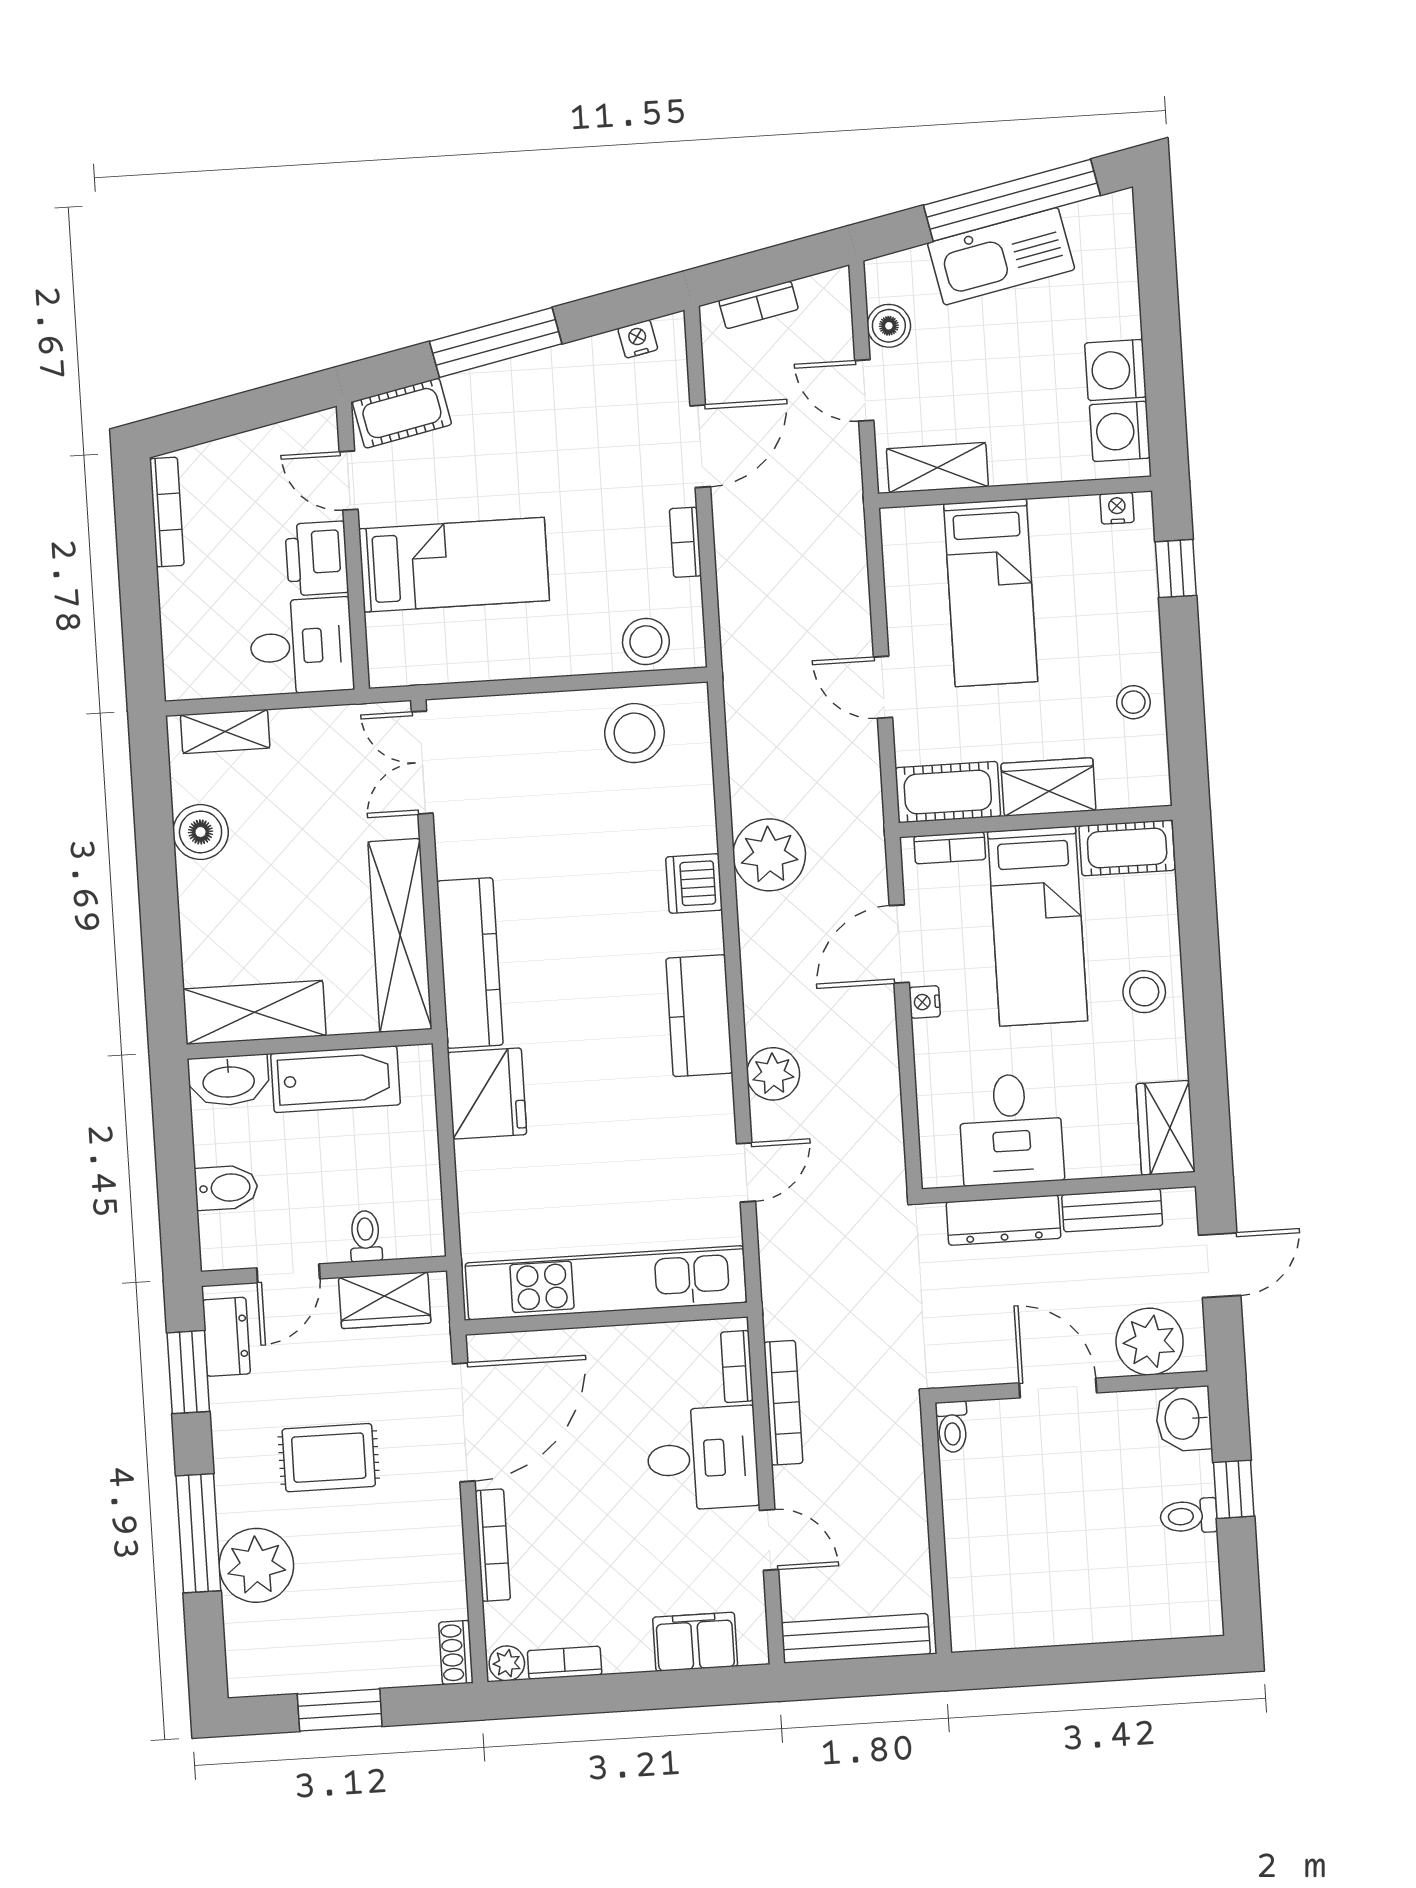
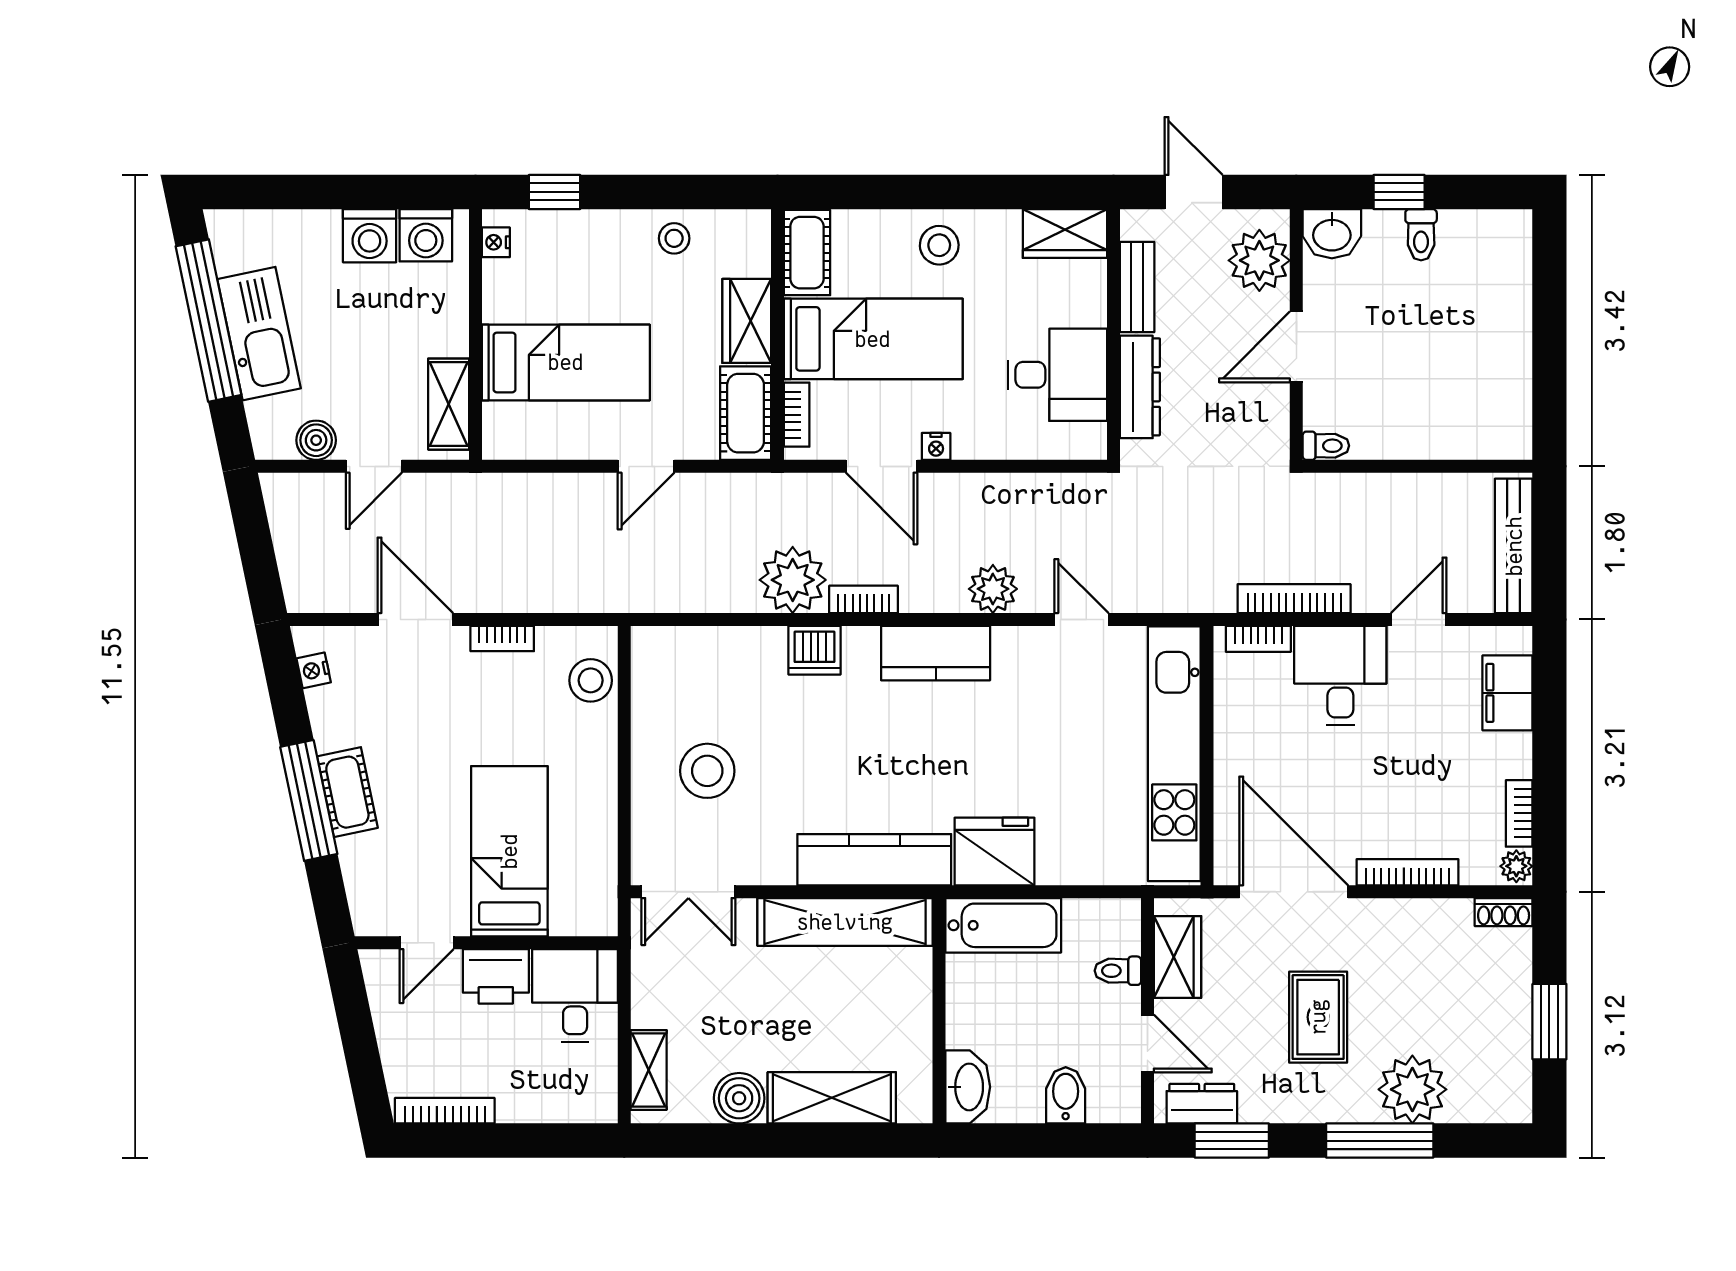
bookcase: (759, 305) -> (863, 599), moved, turned -78
cot: (402, 413) -> (347, 792), moved
stool: (634, 733) -> (707, 771), moved
shelving: (254, 1012) -> (832, 1098), moved, turned 90
bathtub: (335, 1079) -> (1003, 925), moved, turned 90

